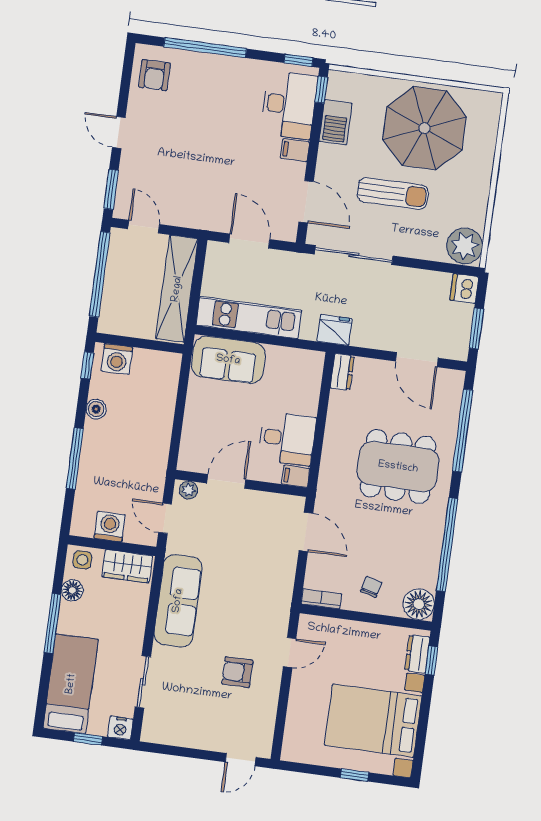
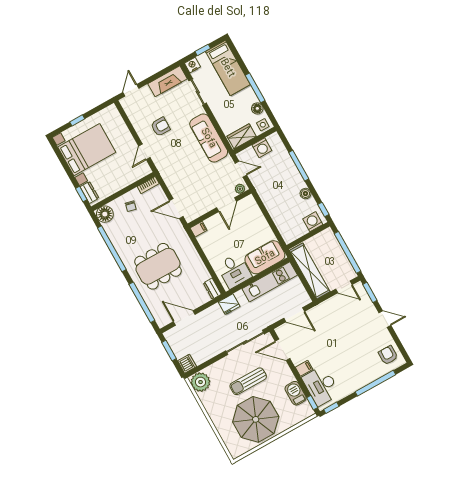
desk: (287, 438) -> (234, 271), moved, turned -90
fireplace: (176, 732) -> (168, 81), added

